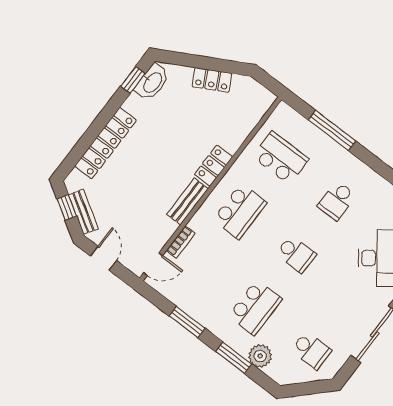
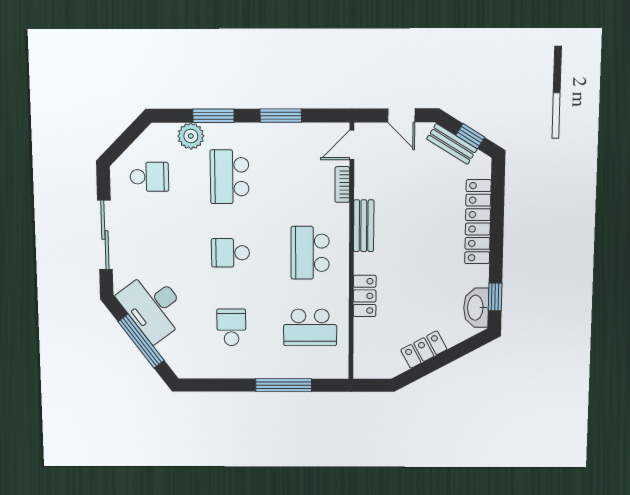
locker: (213, 166) -> (365, 296), moved
school desk: (311, 350) -> (149, 177), turned 180

